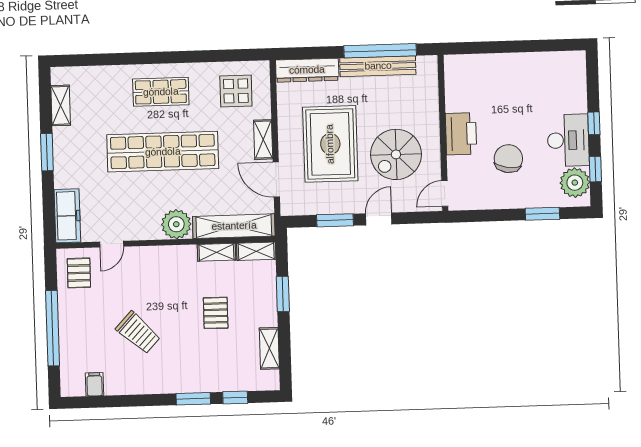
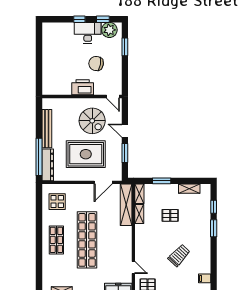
window: (380, 51) -> (39, 157), moved
shelving: (263, 140) -> (82, 188), removed
plant: (176, 224) -> (124, 234), removed

